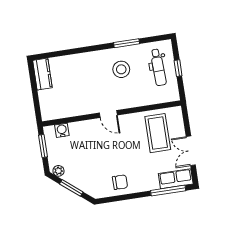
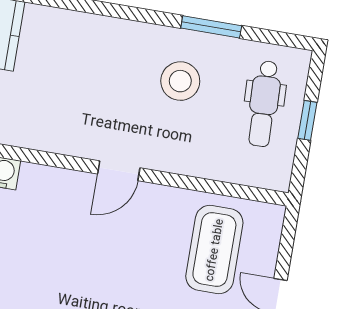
door: (108, 114) -> (119, 171), hinge flipped

